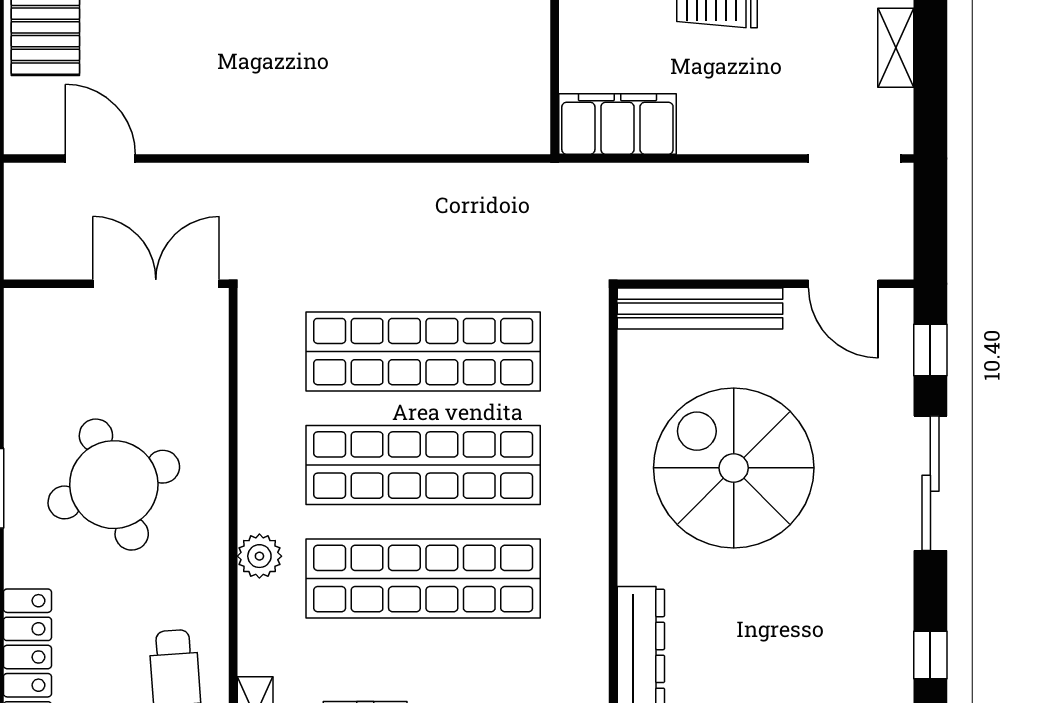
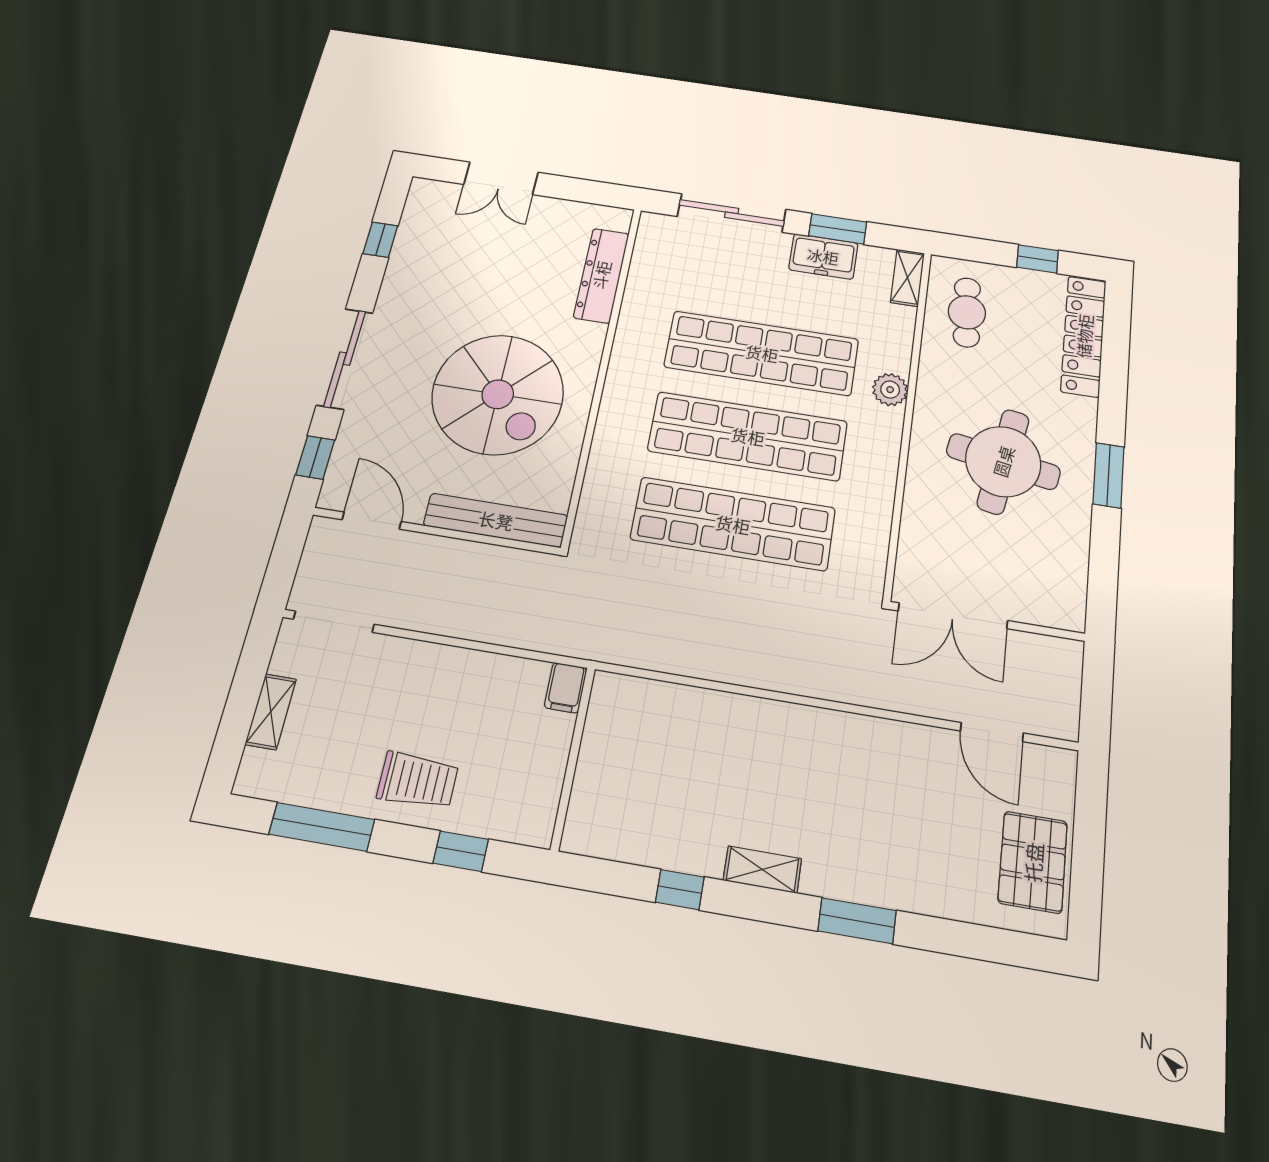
filing cabinet: (617, 124) -> (566, 688), width x0.33, depth x0.86
round table: (114, 485) -> (1003, 461), turned 30

